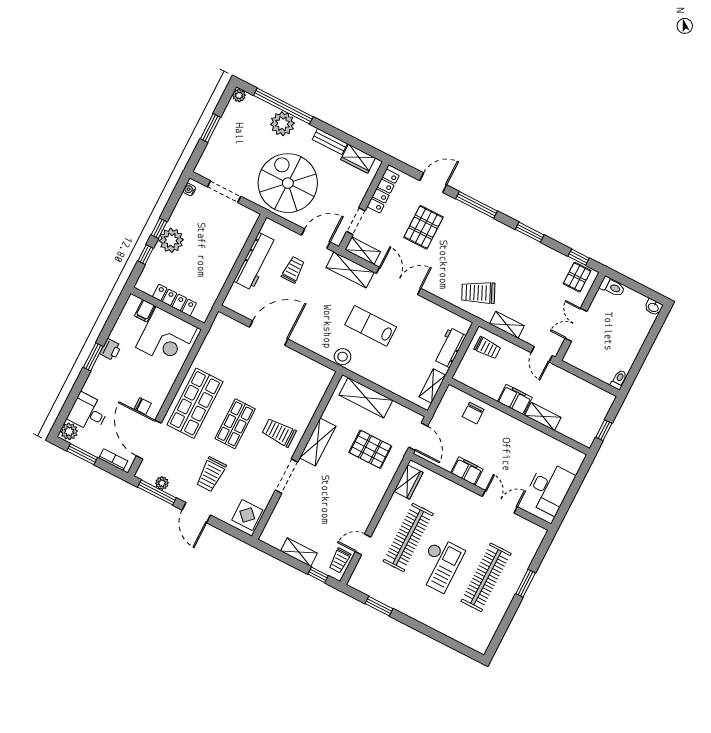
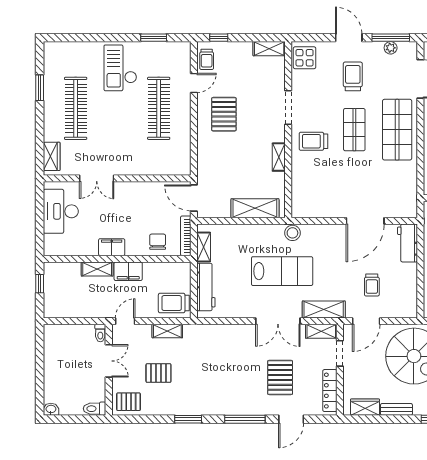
window: (579, 257) -> (136, 419), removed
workbench: (255, 261) -> (408, 243), moved, width x0.73
pallet: (577, 277) -> (129, 402), turned 90
pallet: (535, 290) -> (158, 373), added
trolley: (478, 293) -> (205, 346), removed
lab bench: (371, 326) -> (282, 271), width x1.36, depth x1.39
workbench: (450, 347) -> (206, 287), width x1.38
trolley: (487, 348) -> (174, 303), width x1.36, depth x1.39
door: (542, 354) -> (125, 321), hinge flipped
toilet: (619, 380) -> (100, 333), moved
bookcase: (444, 405) -> (186, 236), added
trolley: (279, 433) -> (313, 141), turned 180
shelving: (318, 442) -> (279, 157), width x0.67, depth x0.75
pallet: (370, 449) -> (224, 114), moved, turned 90
filing cabinet: (467, 471) -> (112, 247), moved, turned 180
wardrobe: (408, 482) -> (52, 156), moved, turned 180
shelving: (299, 552) -> (269, 49), moved
trolley: (340, 560) -> (207, 59), turned 180
checkout: (440, 565) -> (120, 68), moved
window: (526, 583) -> (40, 88), moved

